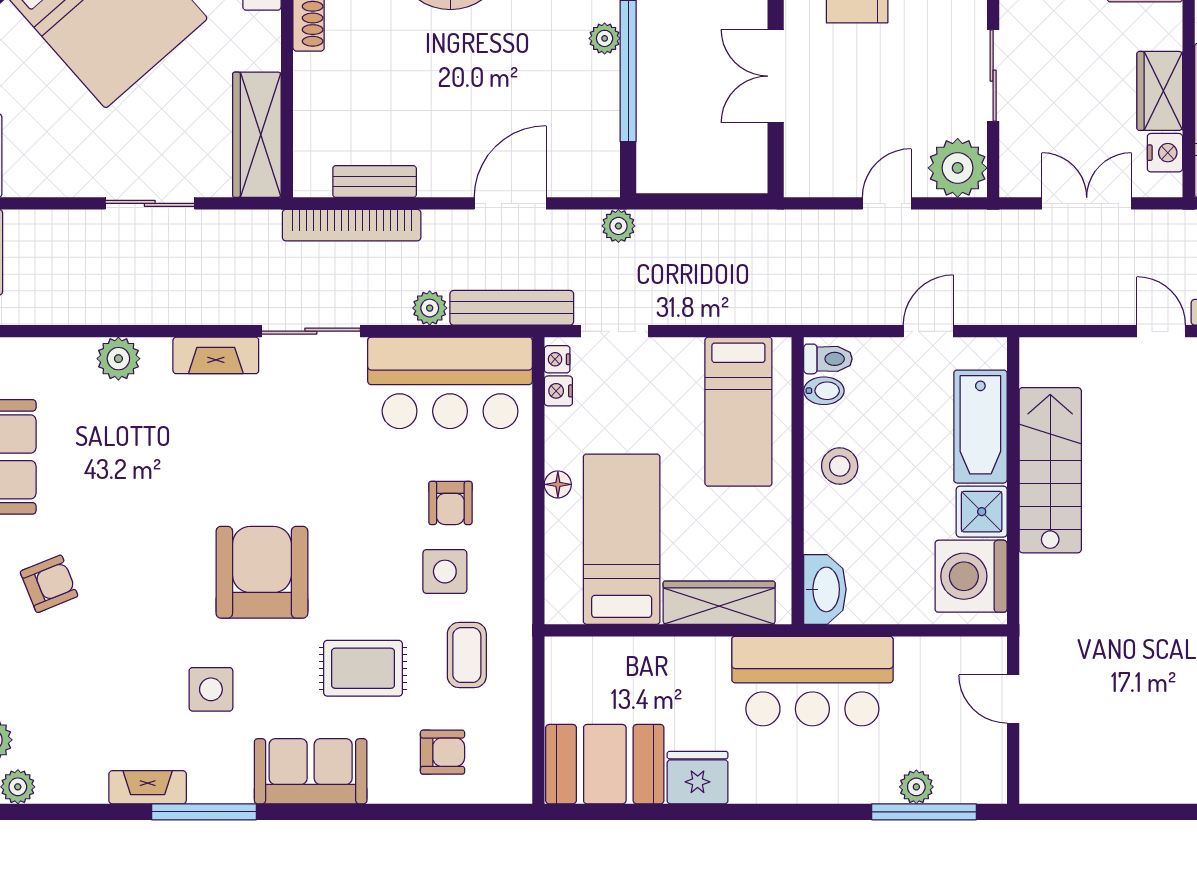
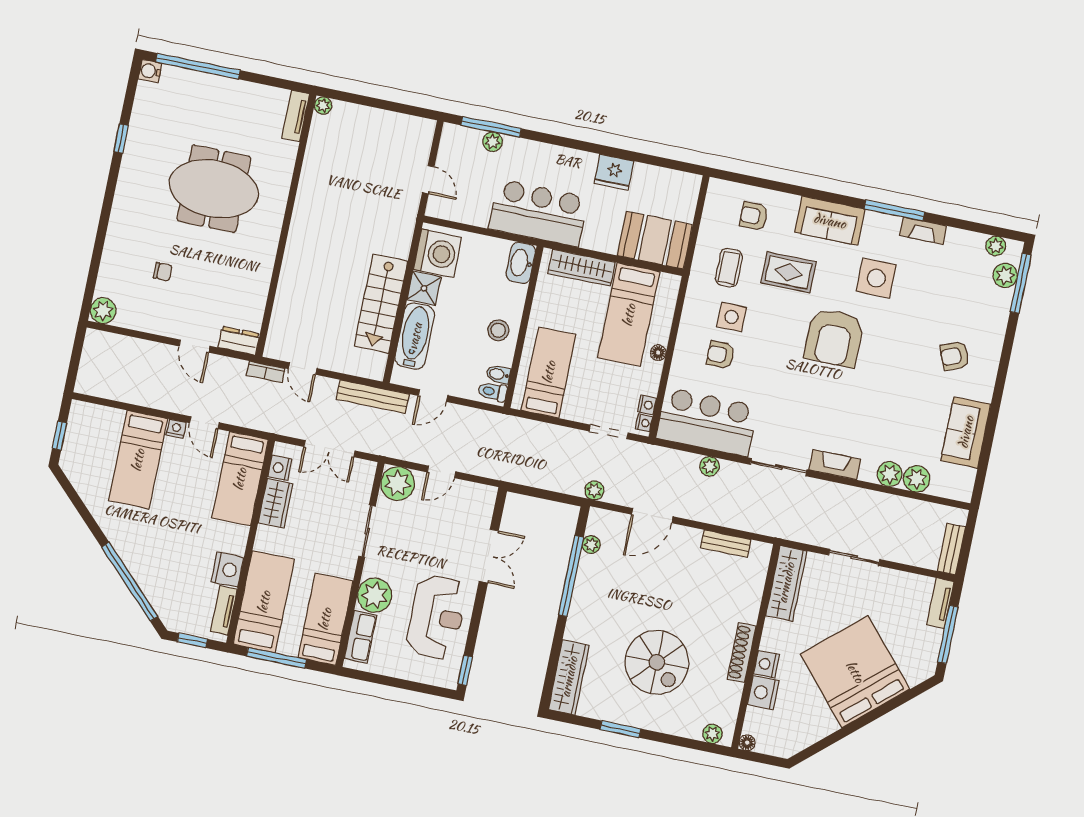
plant: (605, 38) -> (591, 545), moved
bookcase: (352, 225) -> (744, 522), removed
bench: (512, 308) -> (373, 397), moved
plant: (71, 360) -> (917, 479), added
armchair: (450, 503) -> (721, 355), turned -90
side table: (211, 689) -> (876, 278), width x1.37, depth x1.37
booth: (605, 764) -> (655, 240), moved

